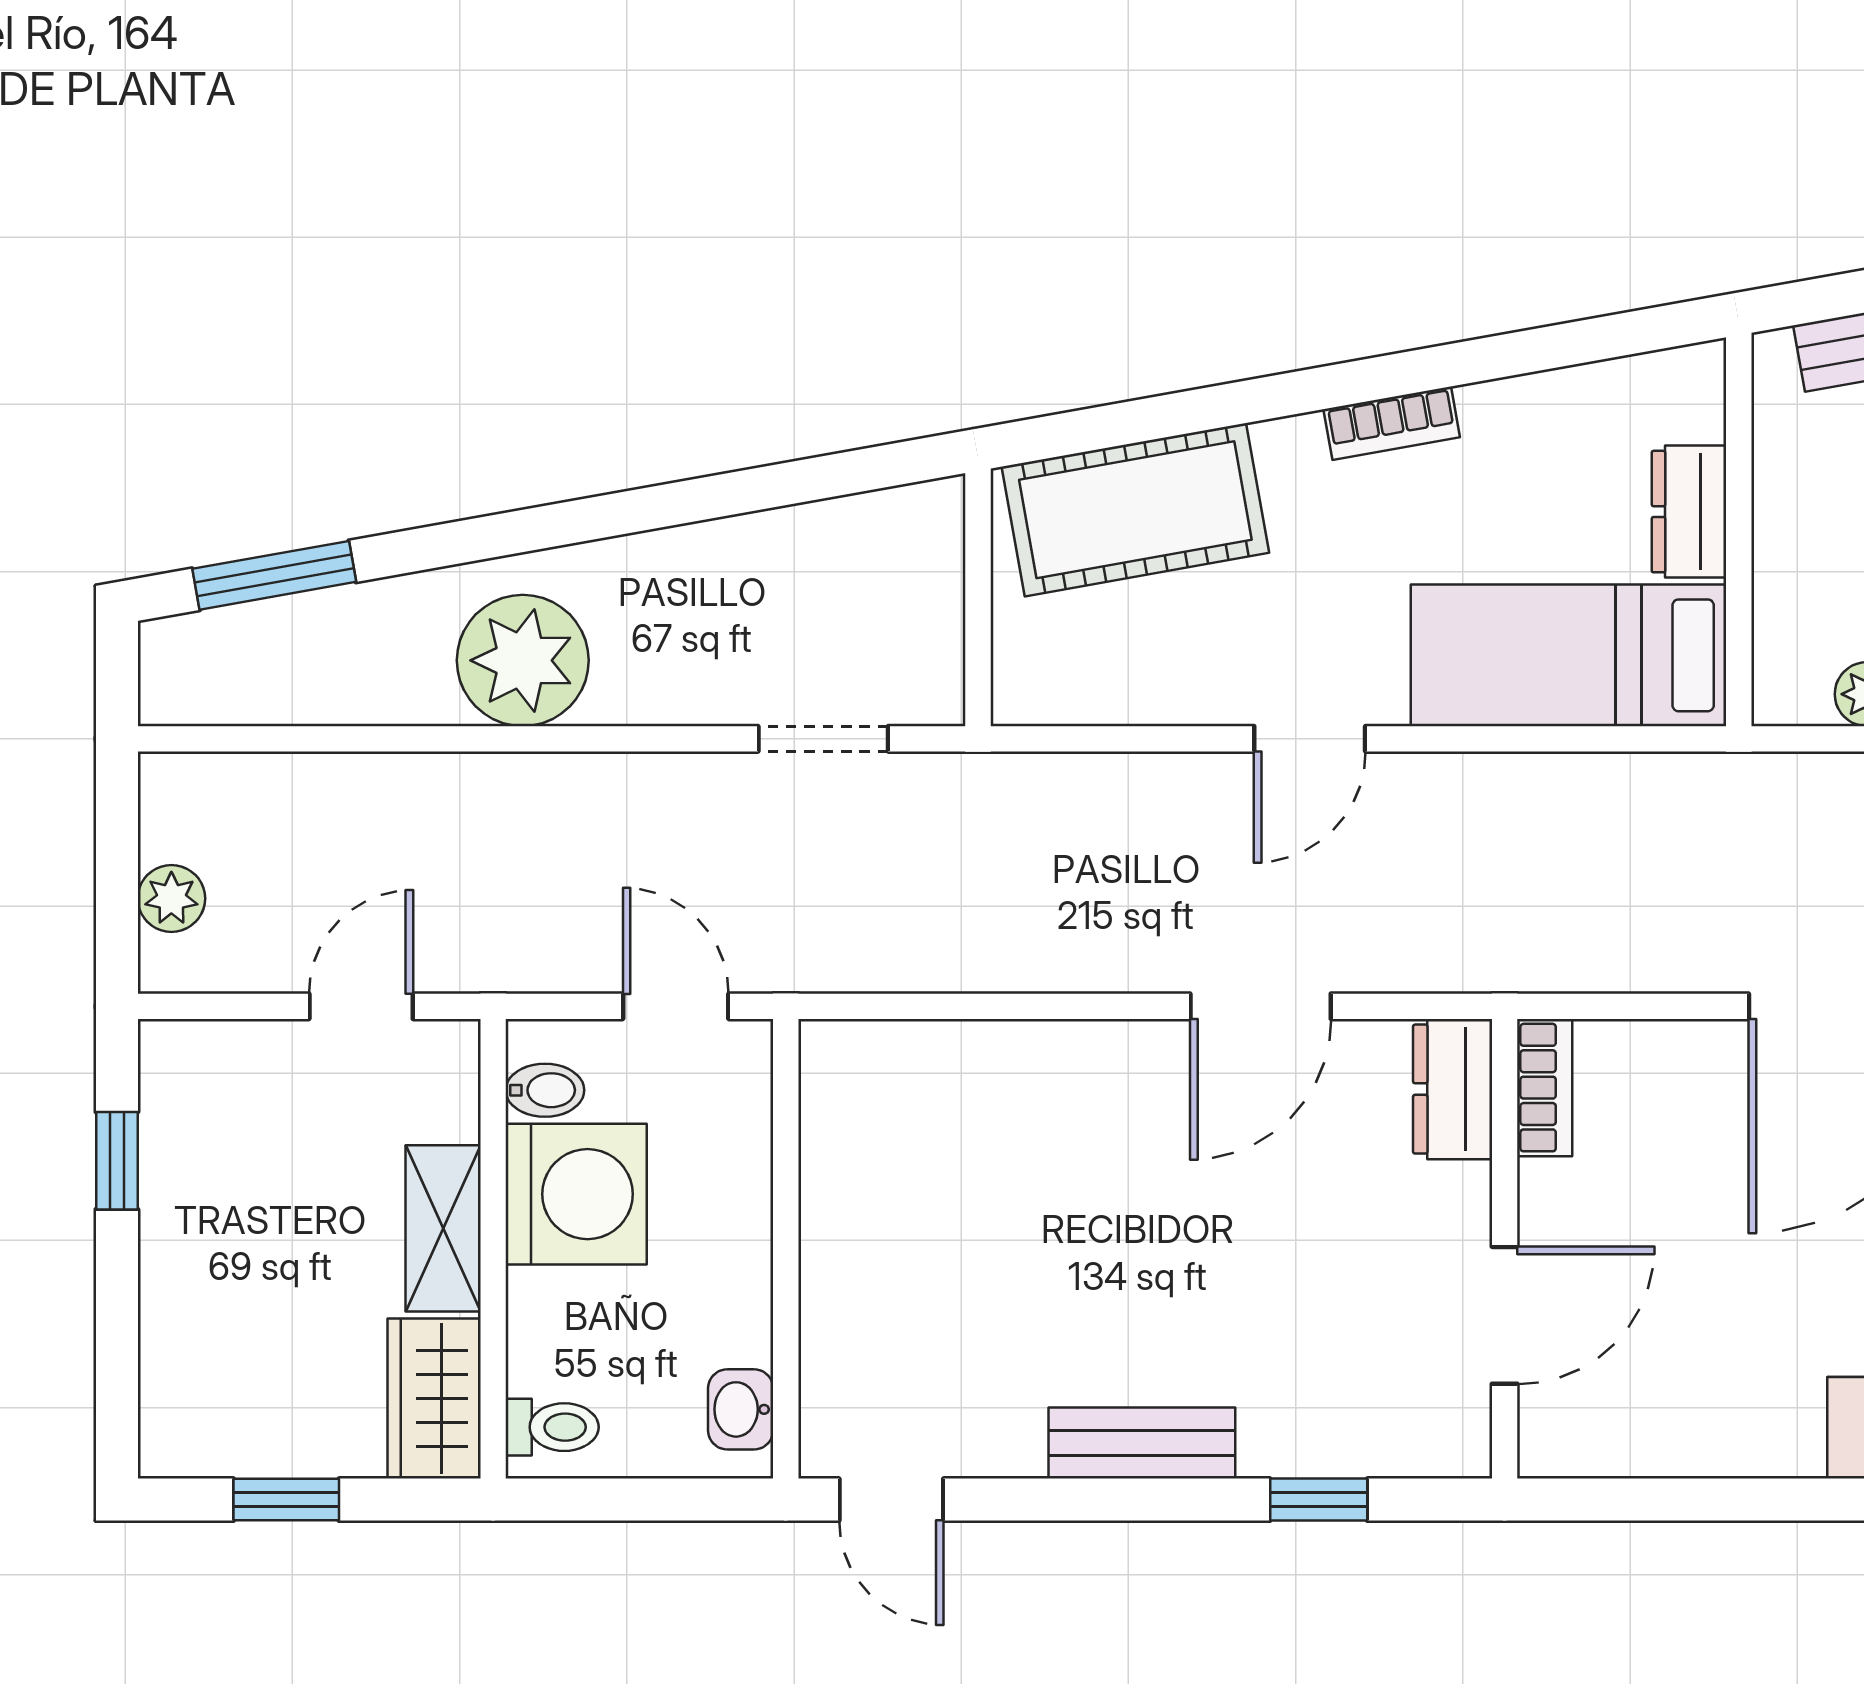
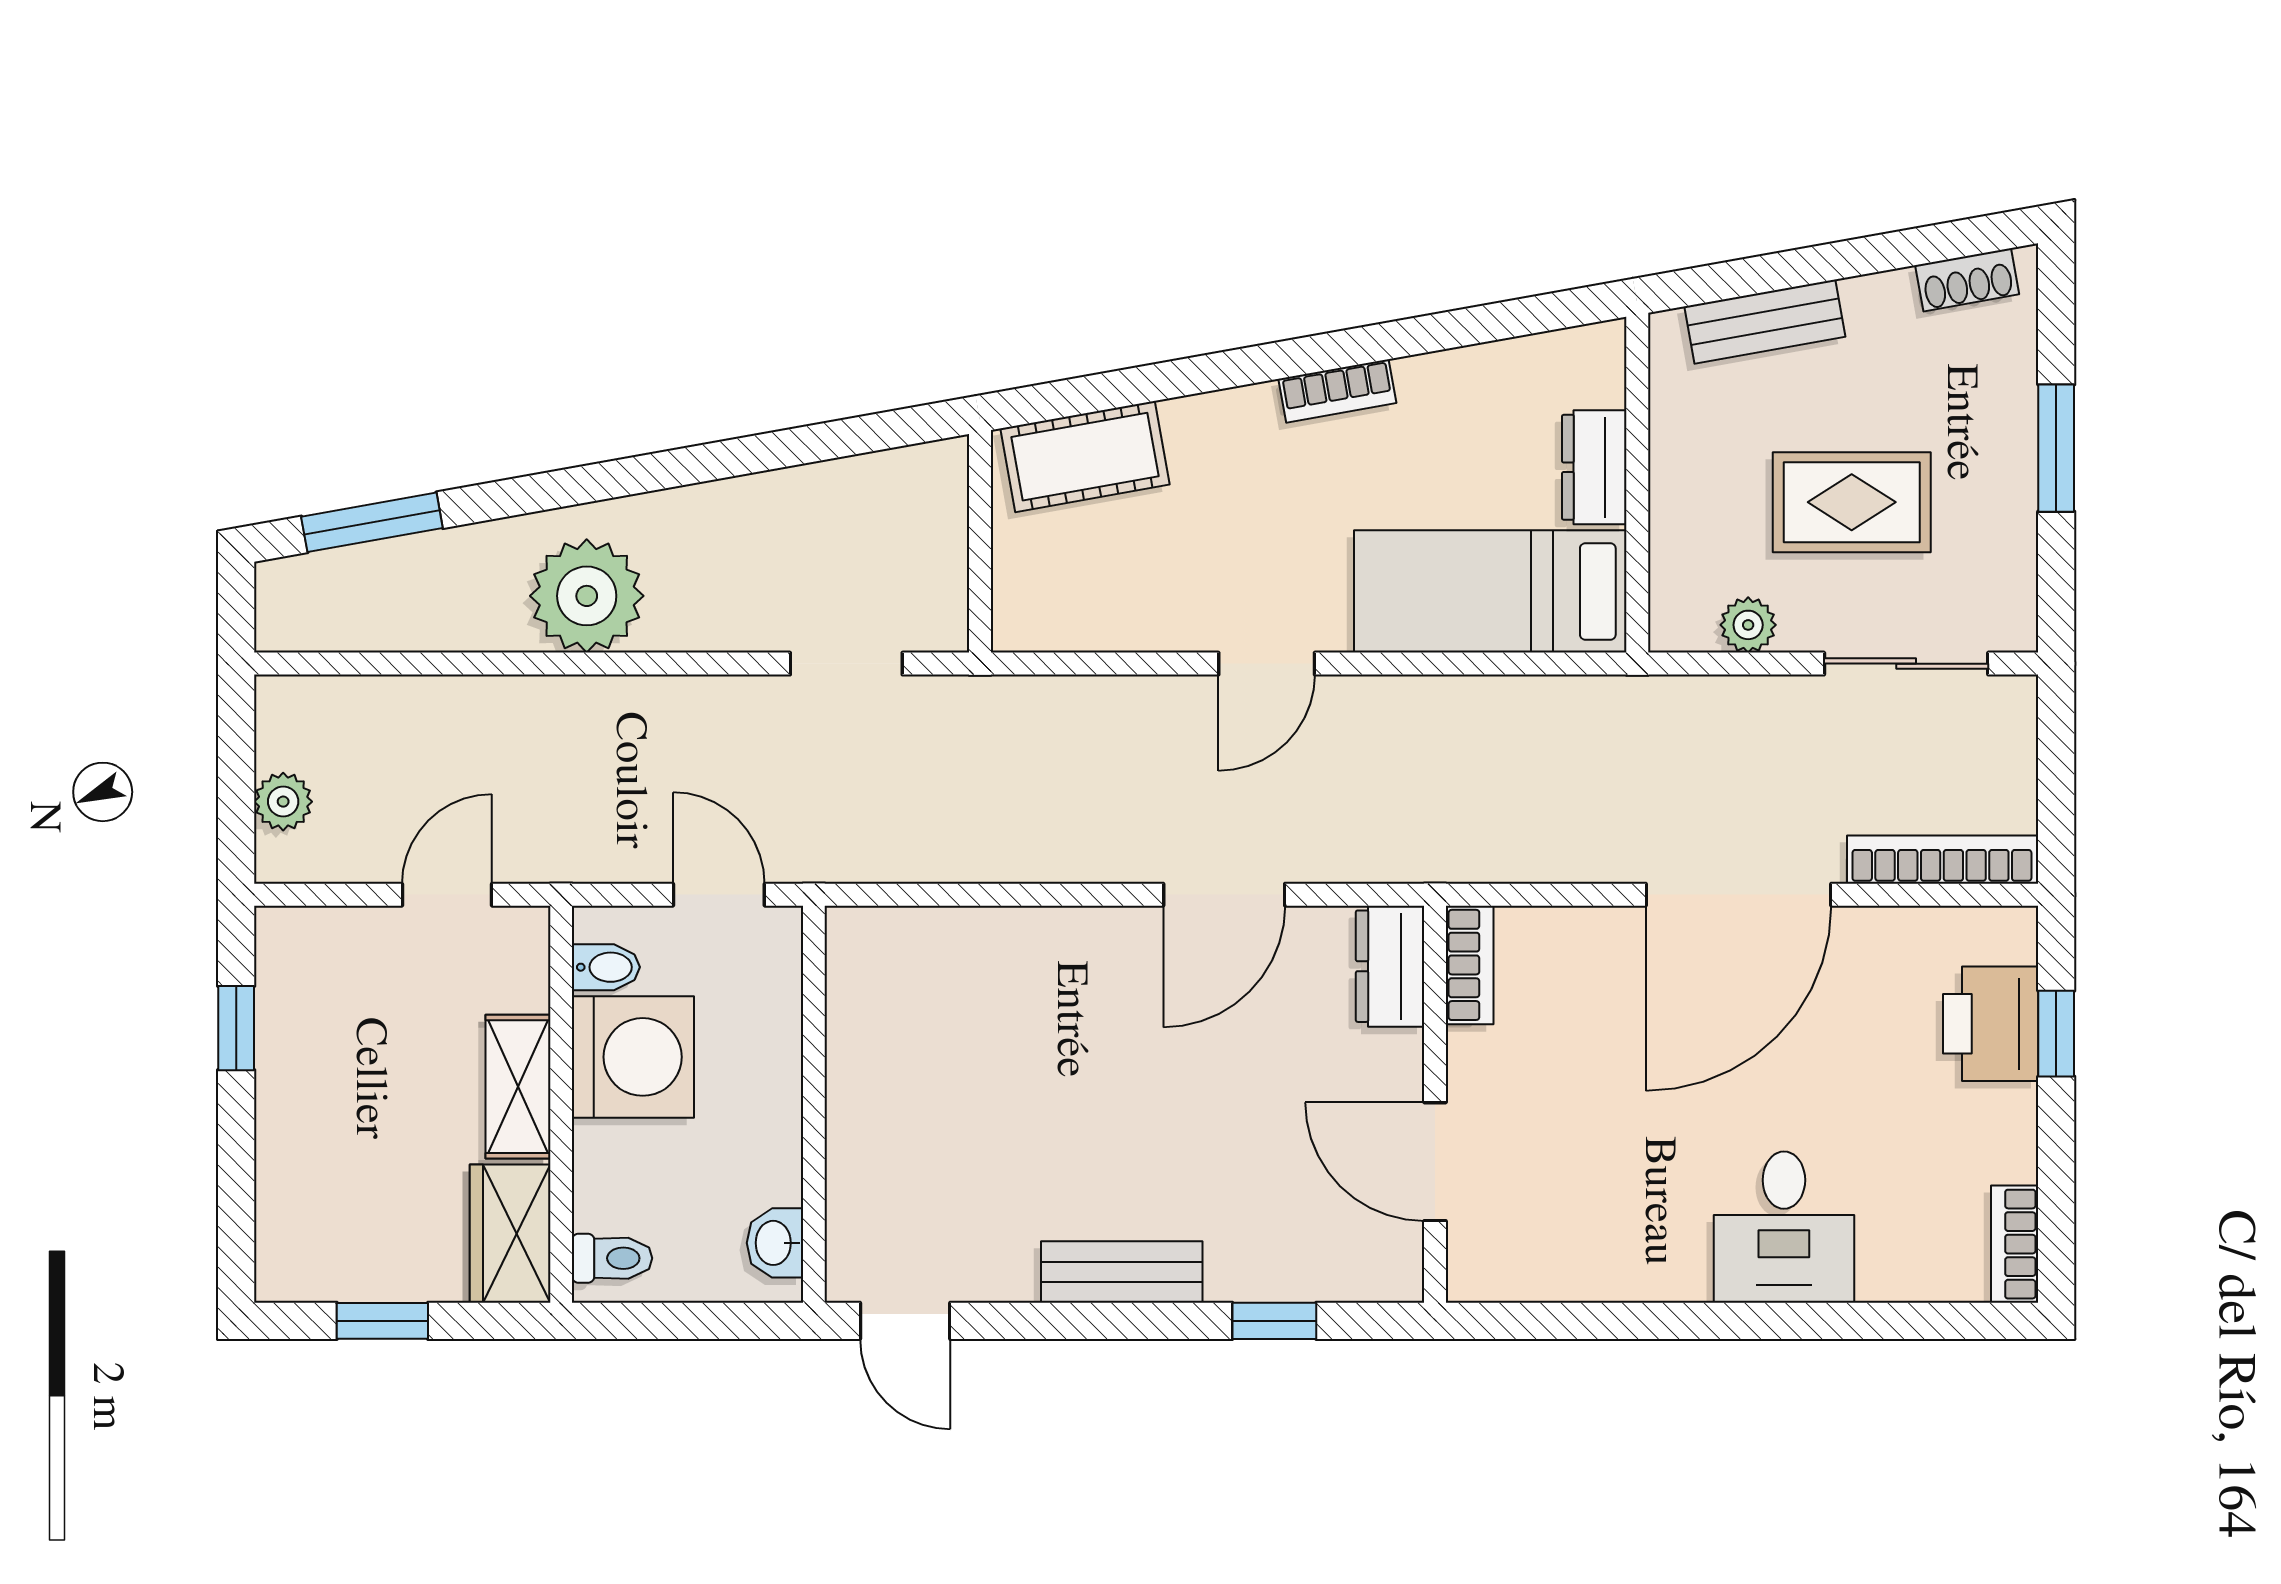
cot: (1135, 510) -> (1085, 457), width x0.73, depth x0.75
door: (1505, 1315) -> (1435, 1162), swing flipped

